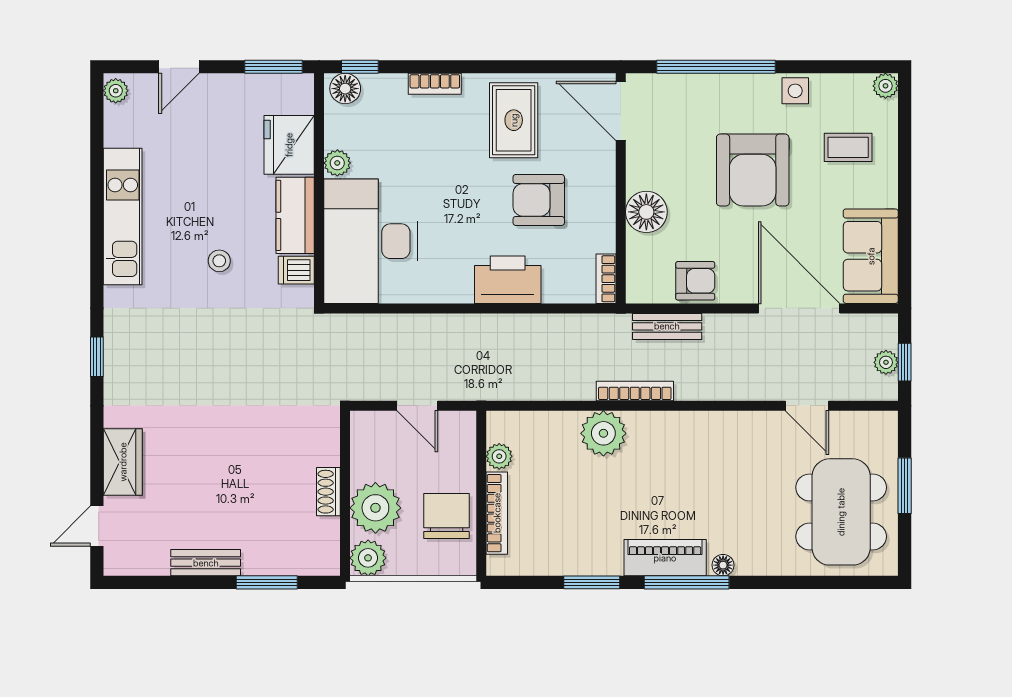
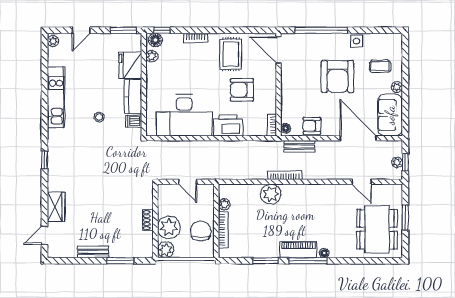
plant: (885, 86) -> (397, 87), moved
plant: (337, 163) -> (152, 56), moved
floor lamp: (646, 212) -> (286, 128), moved, width x0.53, depth x0.53
desk: (371, 241) -> (184, 115), moved, turned -90
armchair: (695, 281) -> (312, 126), turned 180

